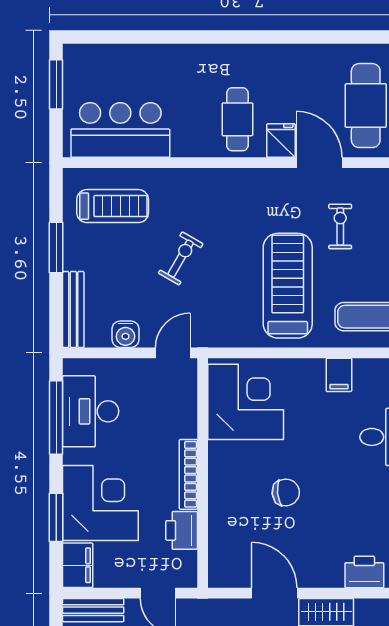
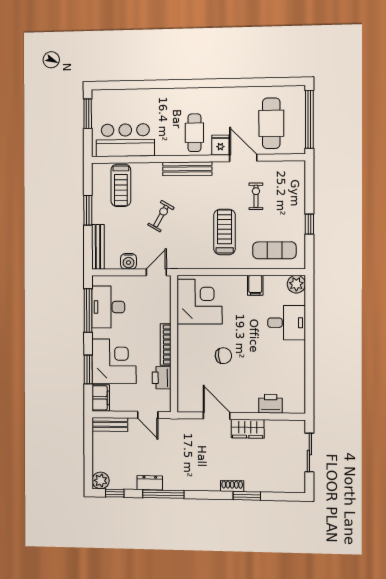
bench: (225, 179) -> (187, 169), added
treadmill: (113, 206) -> (121, 185), turned 90
treadmill: (288, 286) -> (225, 232), width x0.73, depth x0.73

